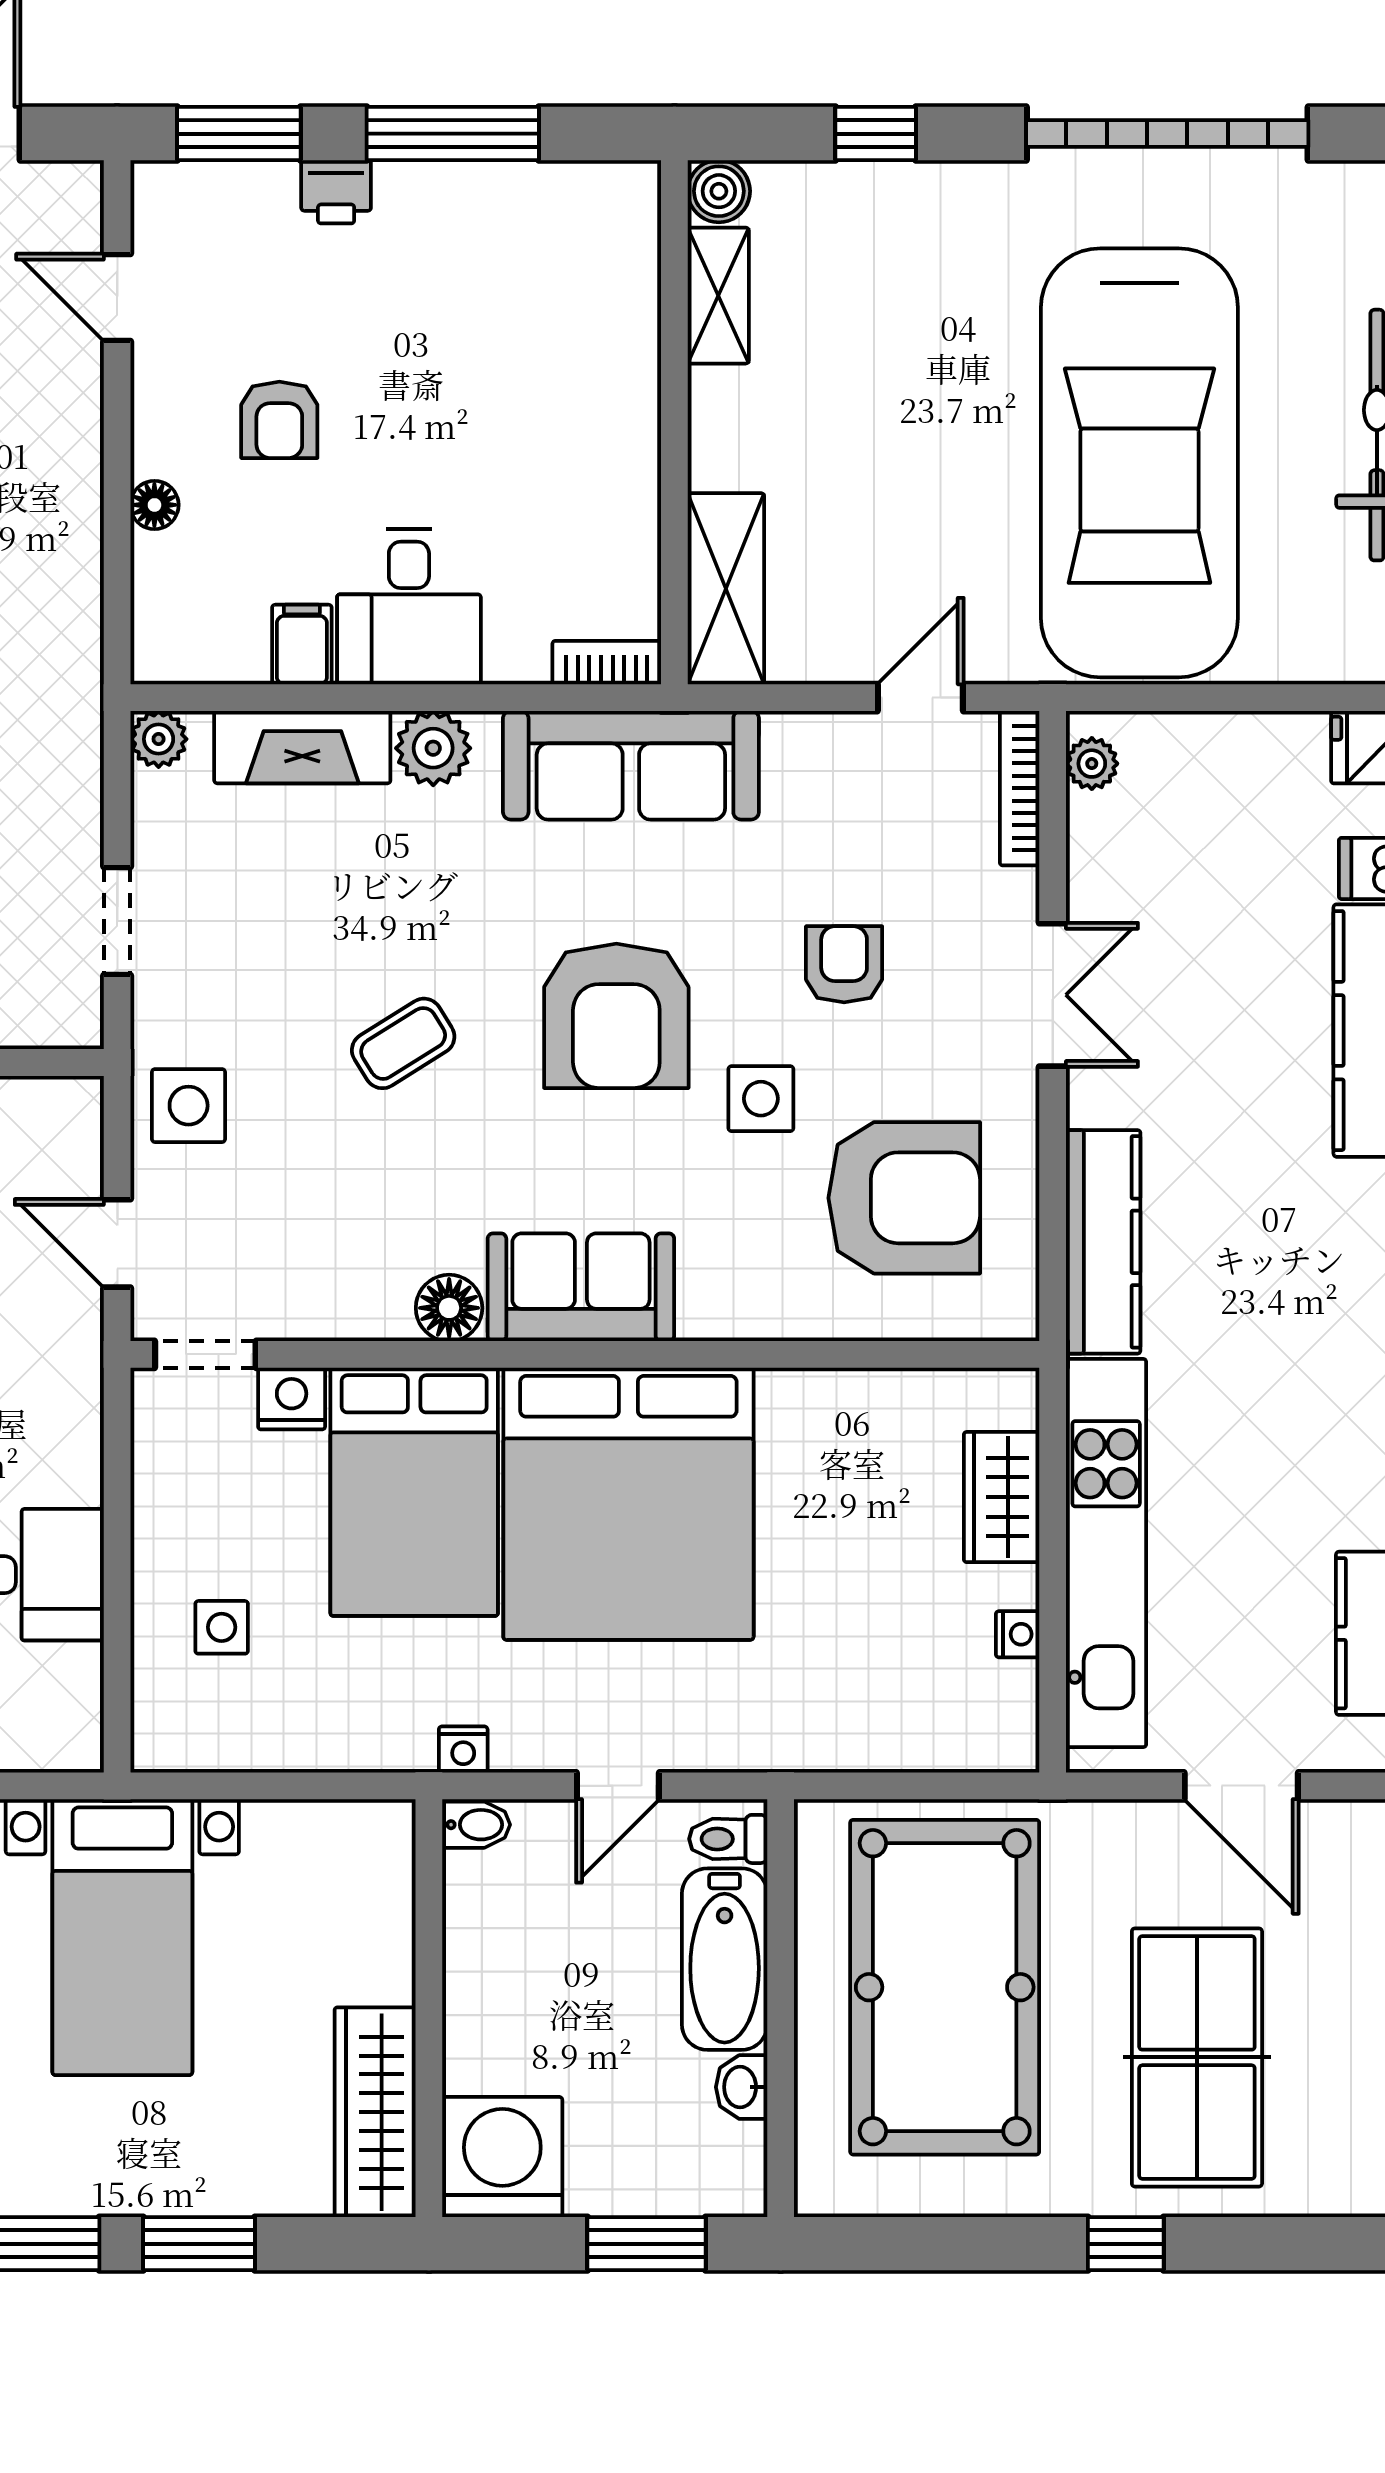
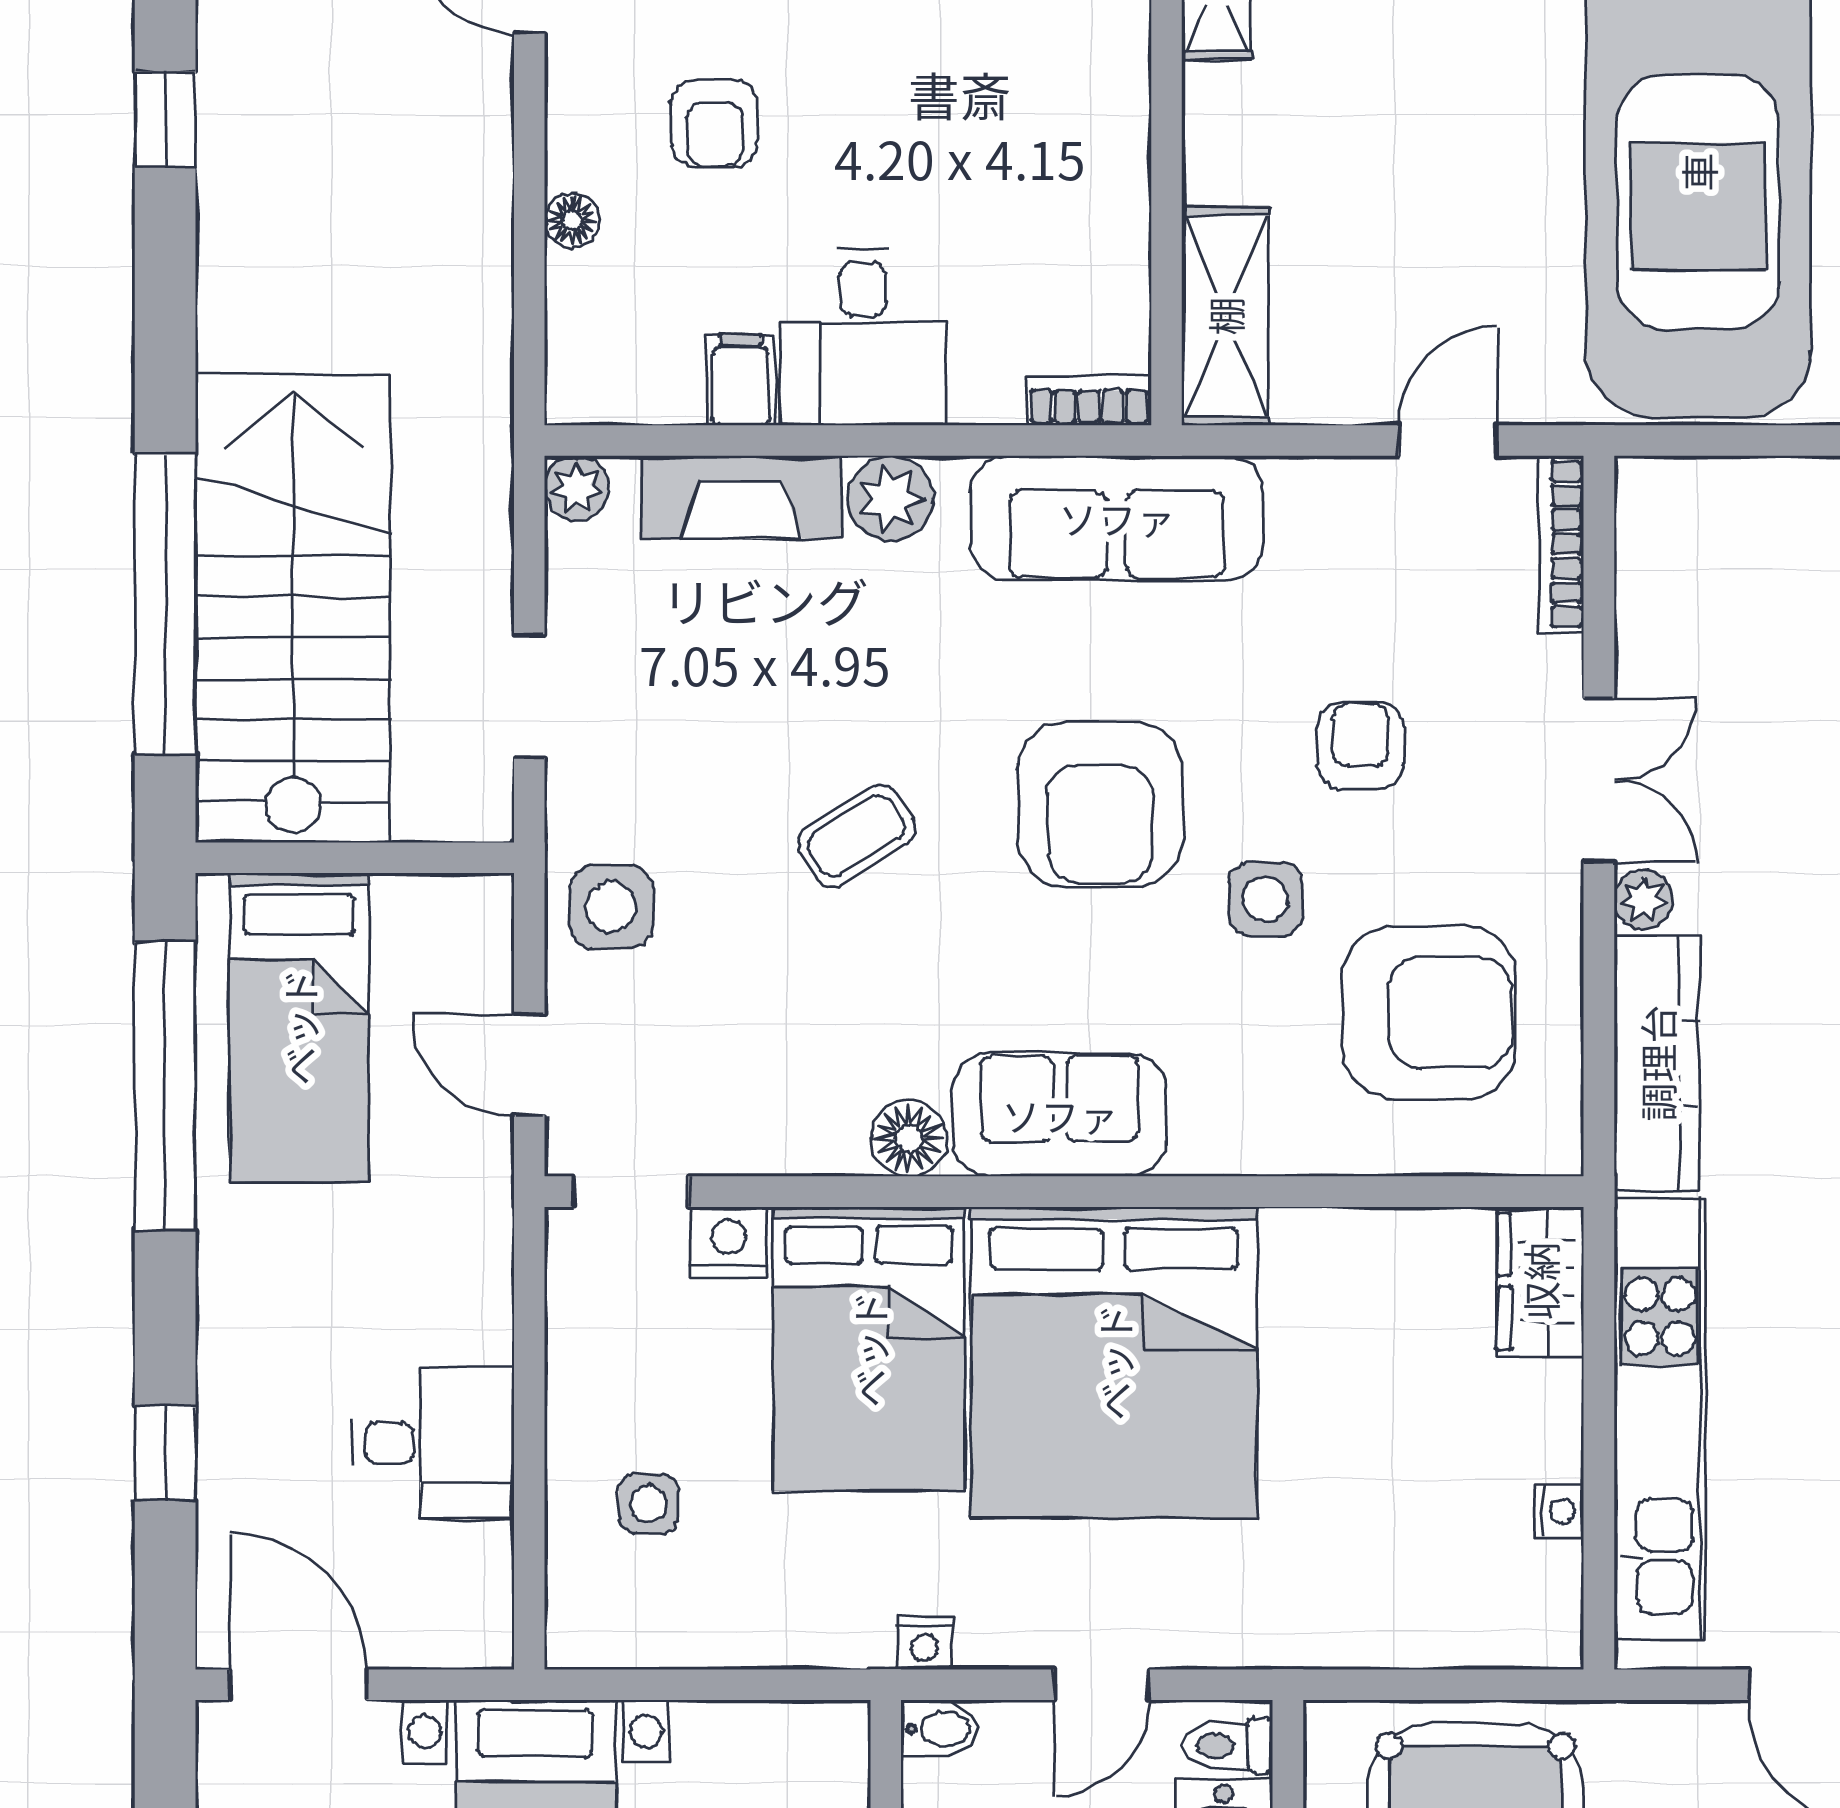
plant: (1092, 764) -> (1644, 900), moved
wardrobe: (1002, 1497) -> (1540, 1281), moved

